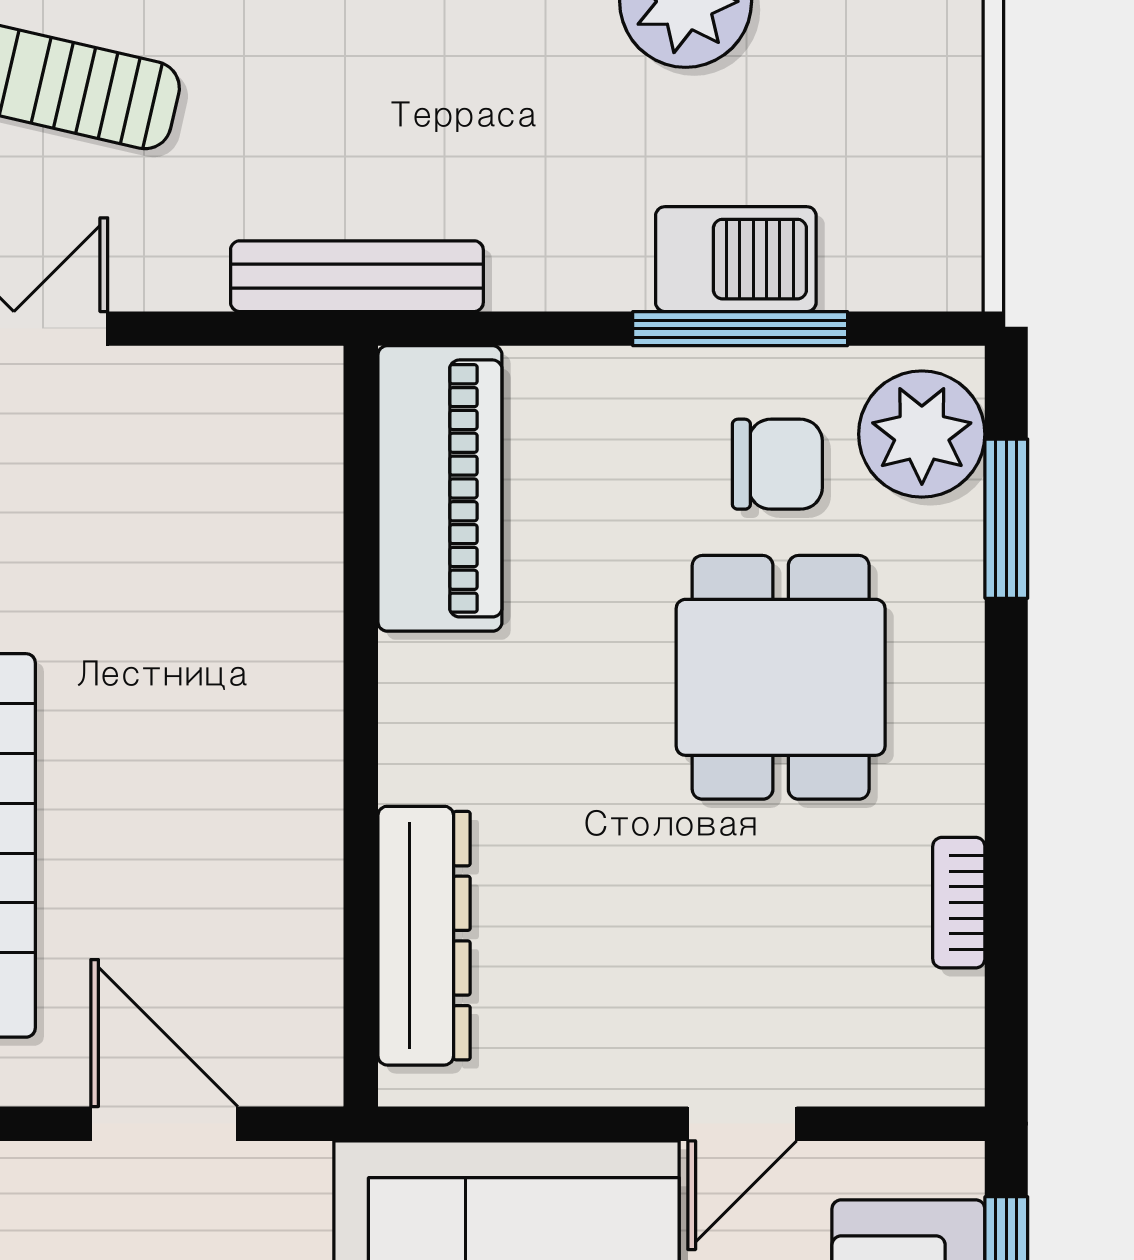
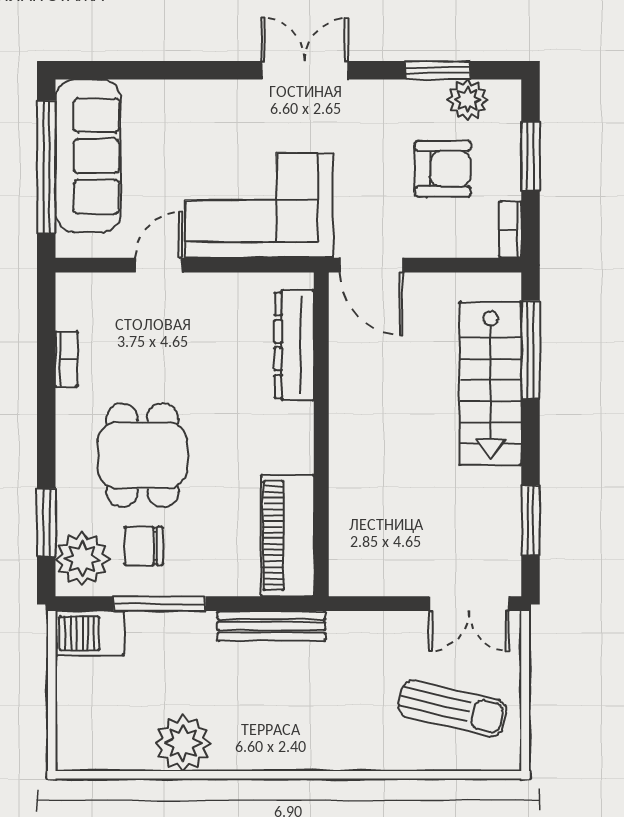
barbecue: (736, 259) -> (90, 633), moved
bench: (357, 276) -> (271, 626), moved
door: (164, 1124) -> (371, 265), moved

